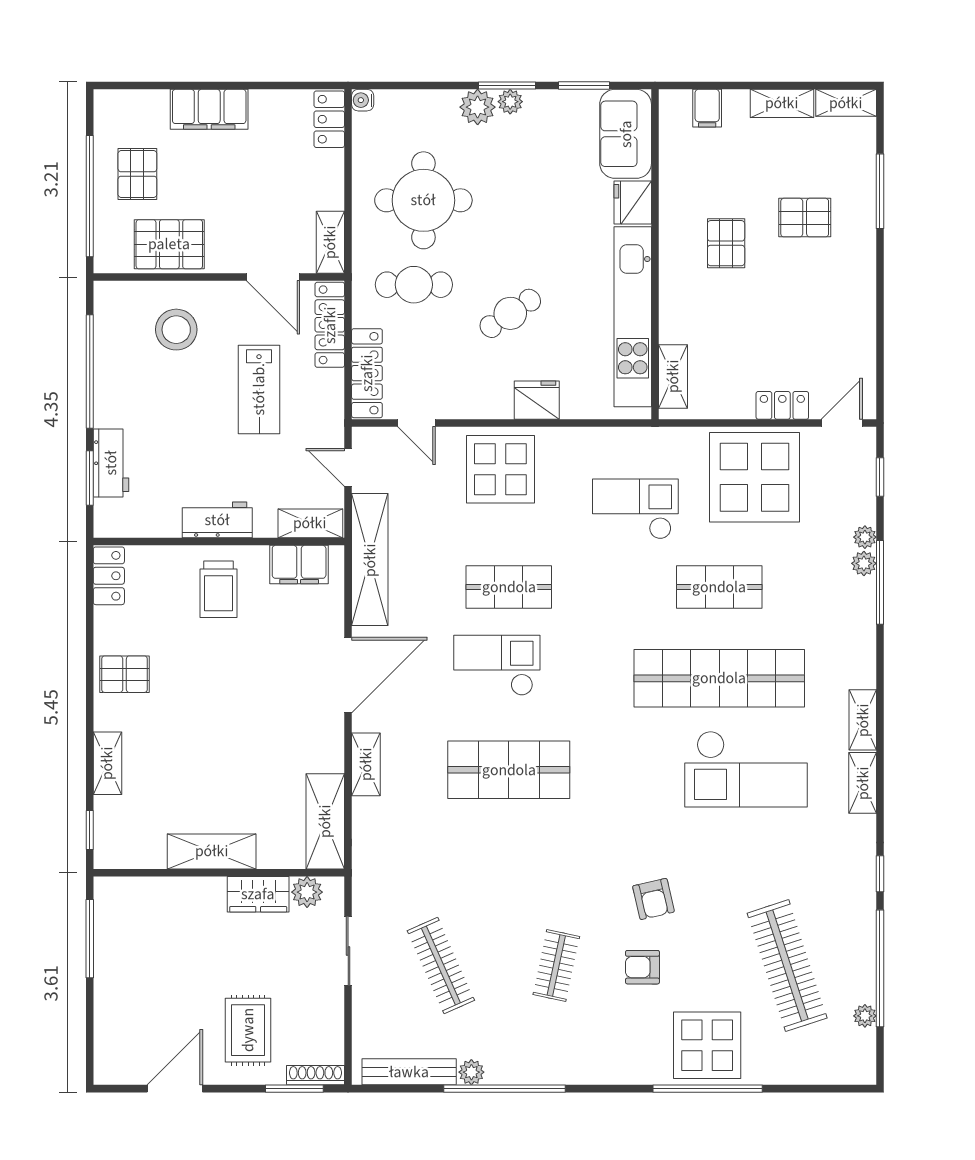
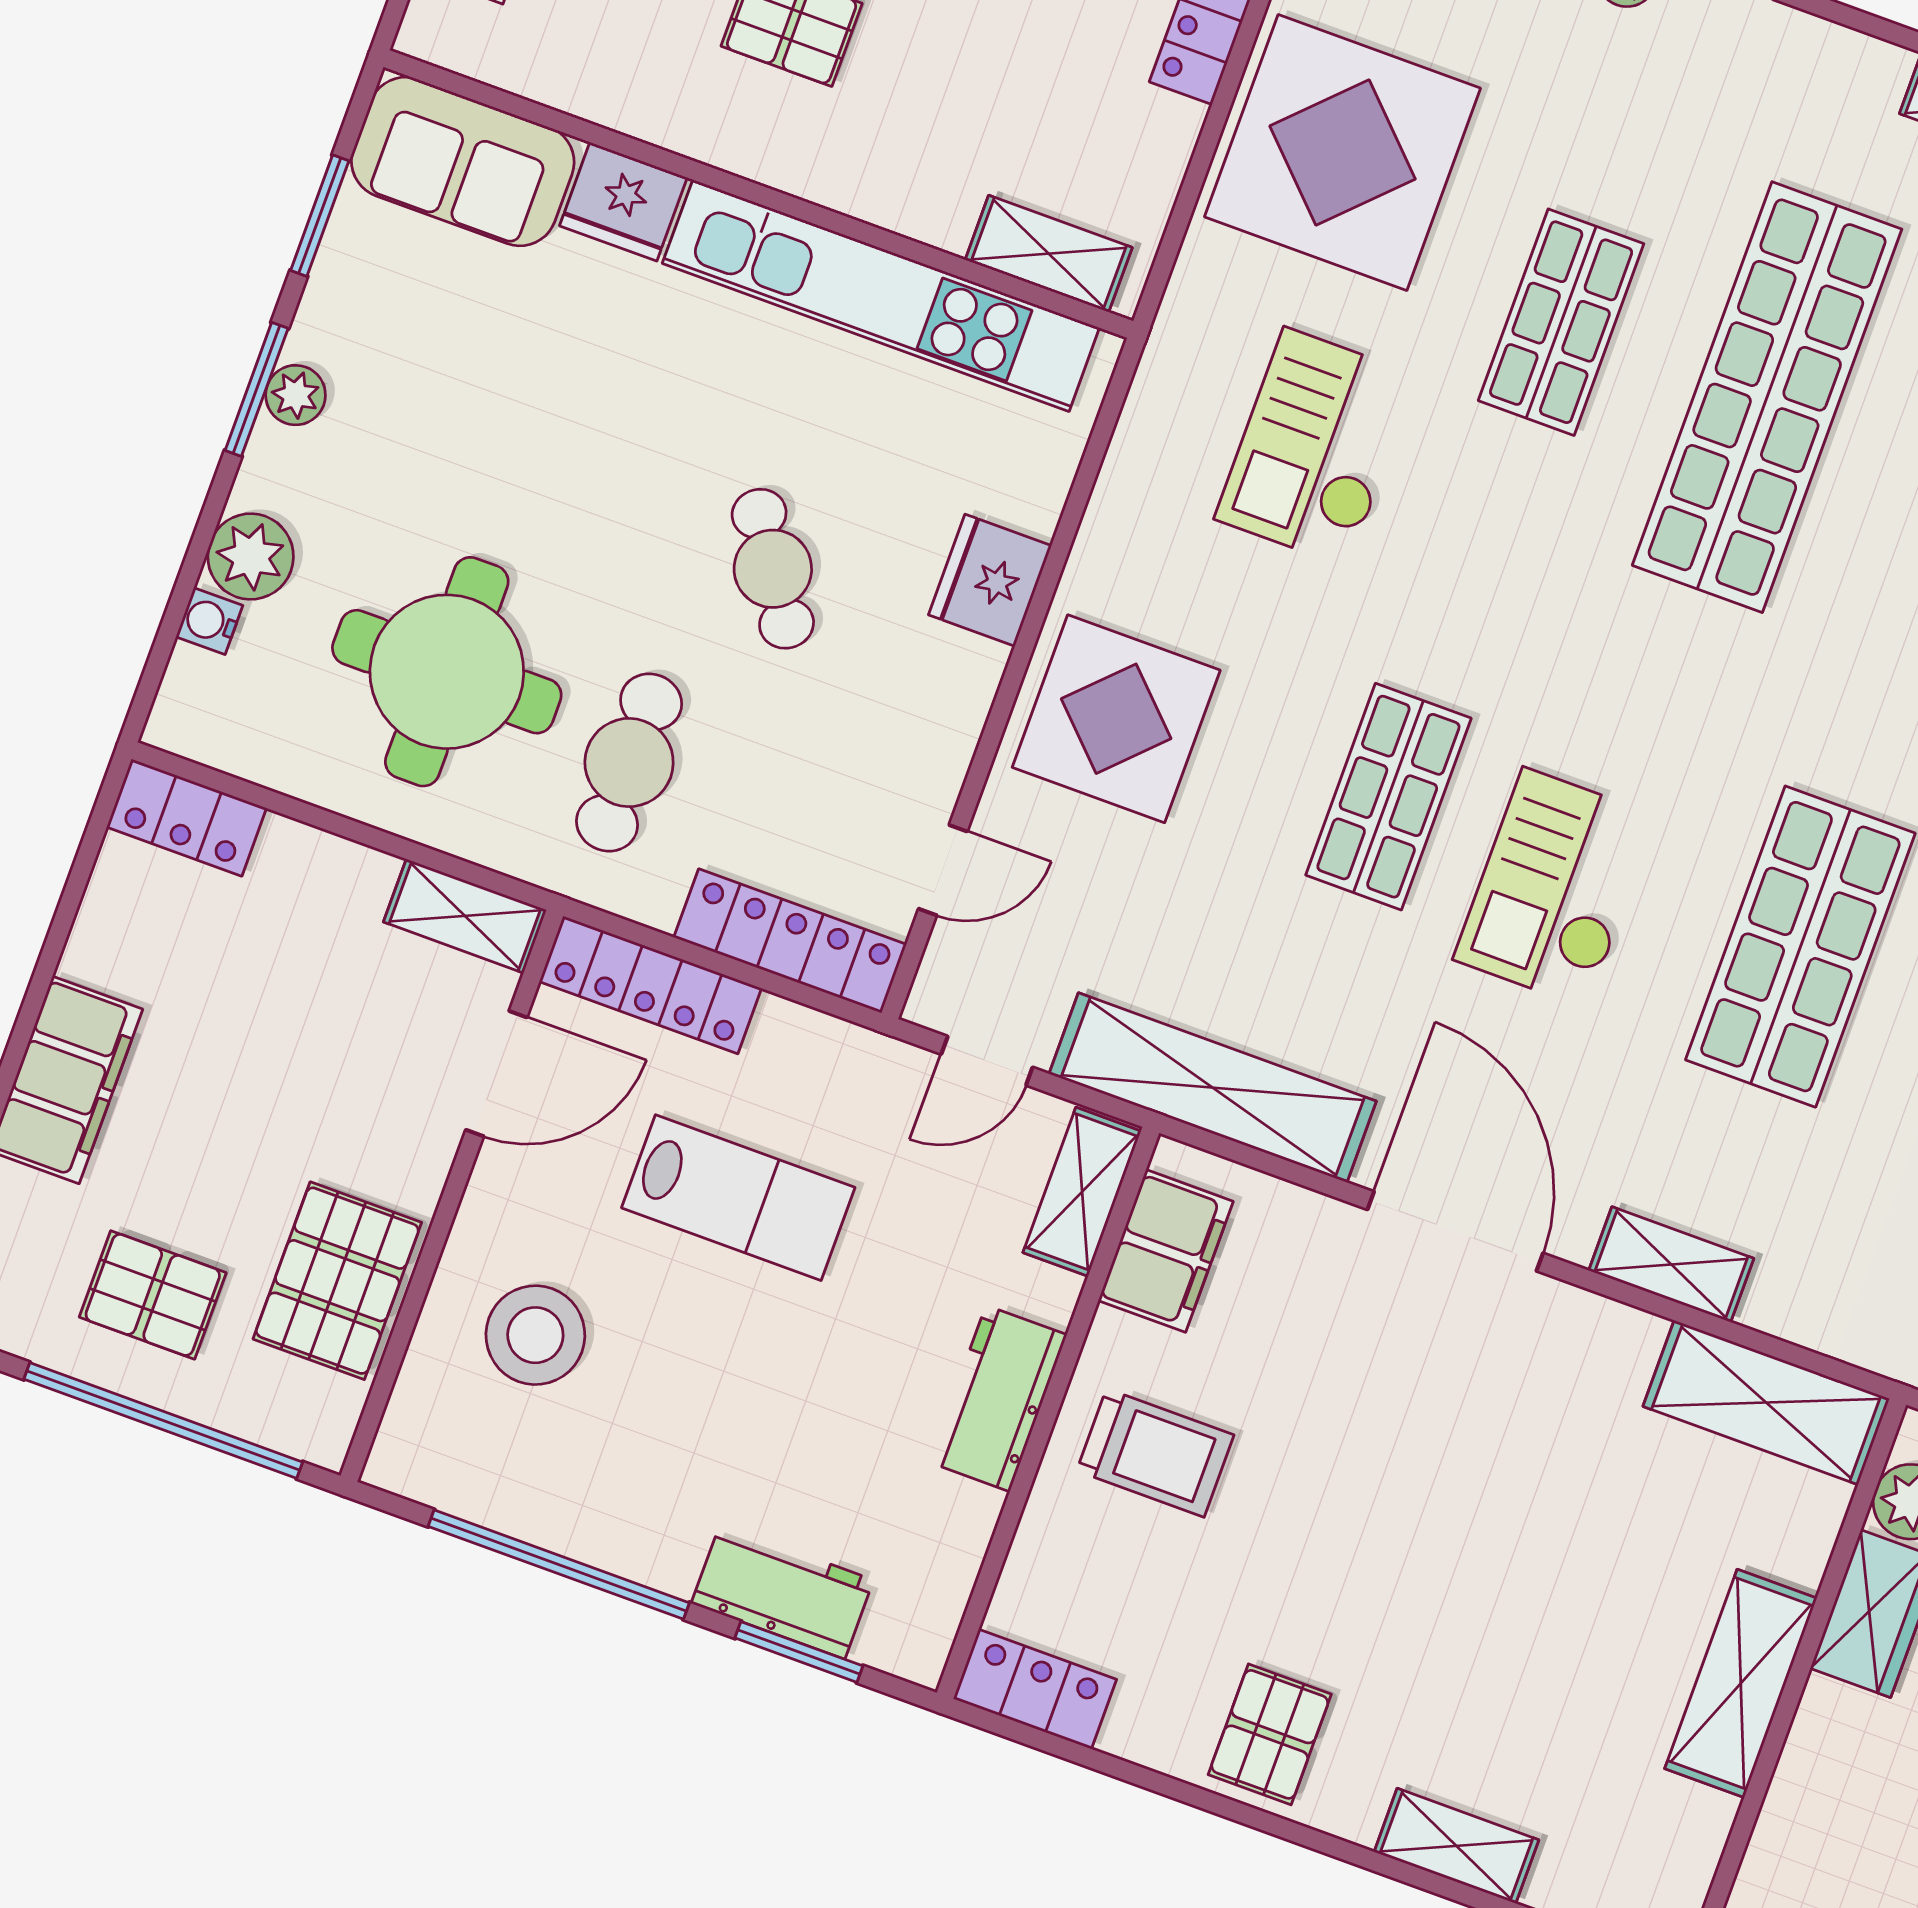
water cooler: (363, 100) -> (209, 621), moved, turned 90
plant: (478, 107) -> (251, 557), moved

